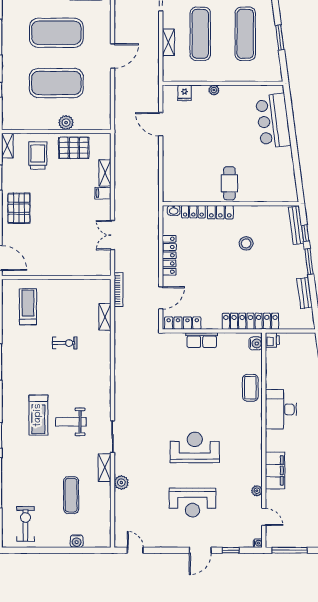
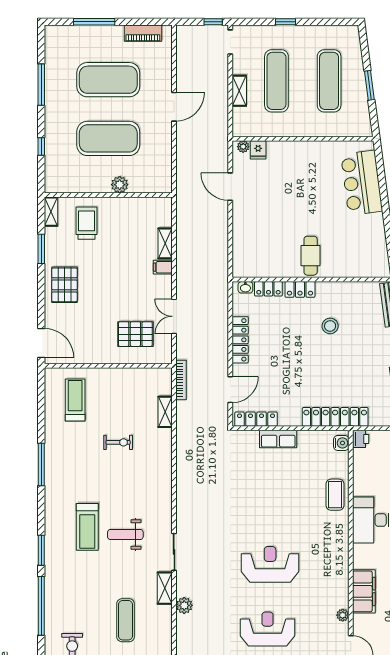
plant: (214, 90) -> (243, 147), moved
pallet: (74, 148) -> (135, 334), moved
reception desk: (193, 503) -> (268, 629), turned 180

